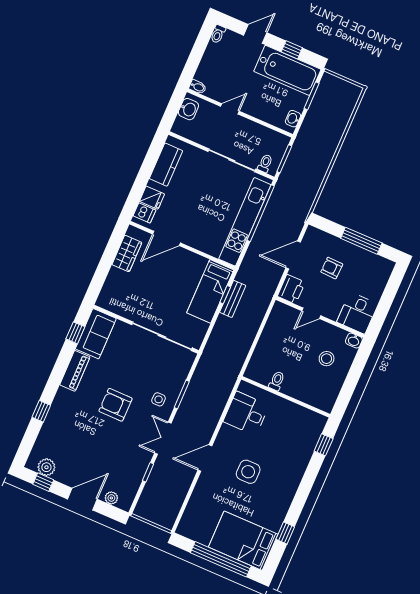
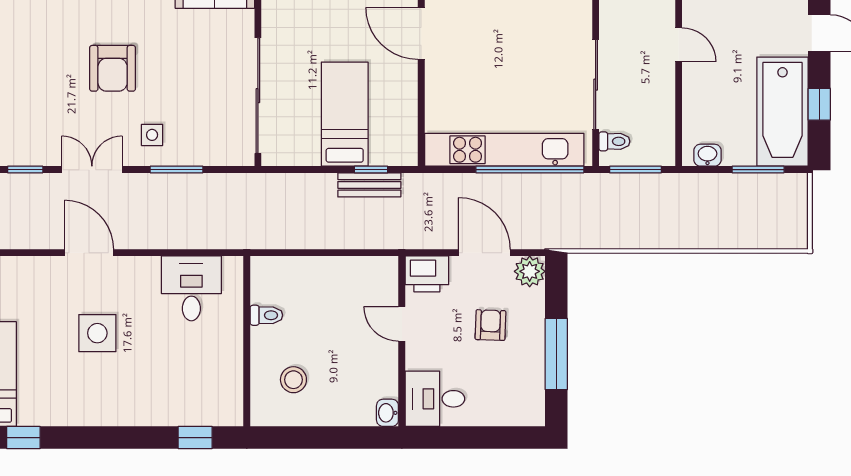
plant: (313, 236) -> (530, 271), added
bed: (210, 291) -> (345, 114), moved, turned 90
stool: (327, 359) -> (293, 380), moved
armchair: (116, 405) -> (113, 68), turned 180

